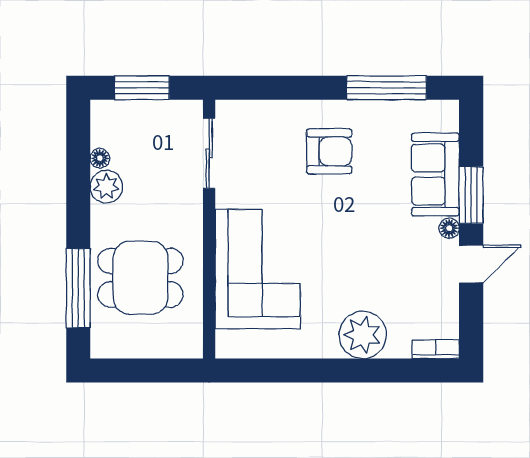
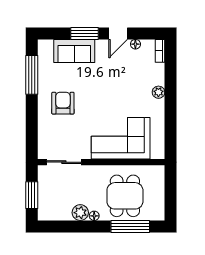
floor lamp: (100, 158) -> (94, 216), moved
floor lamp: (449, 228) -> (135, 44), moved
door: (471, 264) -> (118, 33), swing flipped
plant: (363, 335) -> (158, 92), width x0.53, depth x0.53

